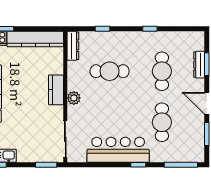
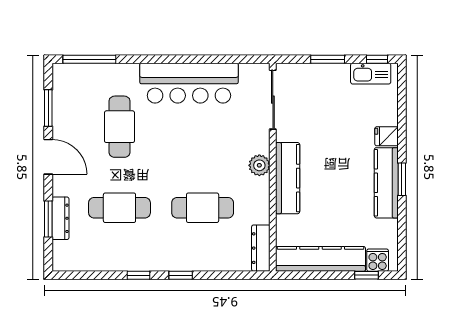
window: (102, 29) -> (181, 275), moved
cafe table: (162, 71) -> (119, 208), turned 90
kitchen counter: (56, 90) -> (288, 178), width x1.50
window: (46, 165) -> (328, 59), moved
window: (138, 165) -> (157, 59), removed

